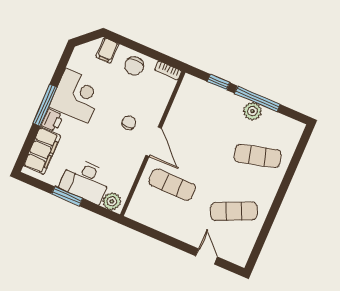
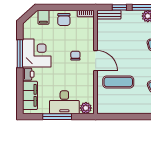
bench: (199, 86) -> (109, 15), added
window: (45, 105) -> (20, 54), moved
window: (67, 196) -> (57, 117), width x1.44

